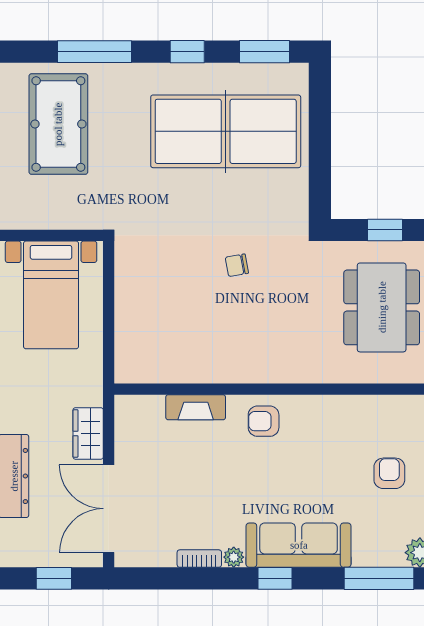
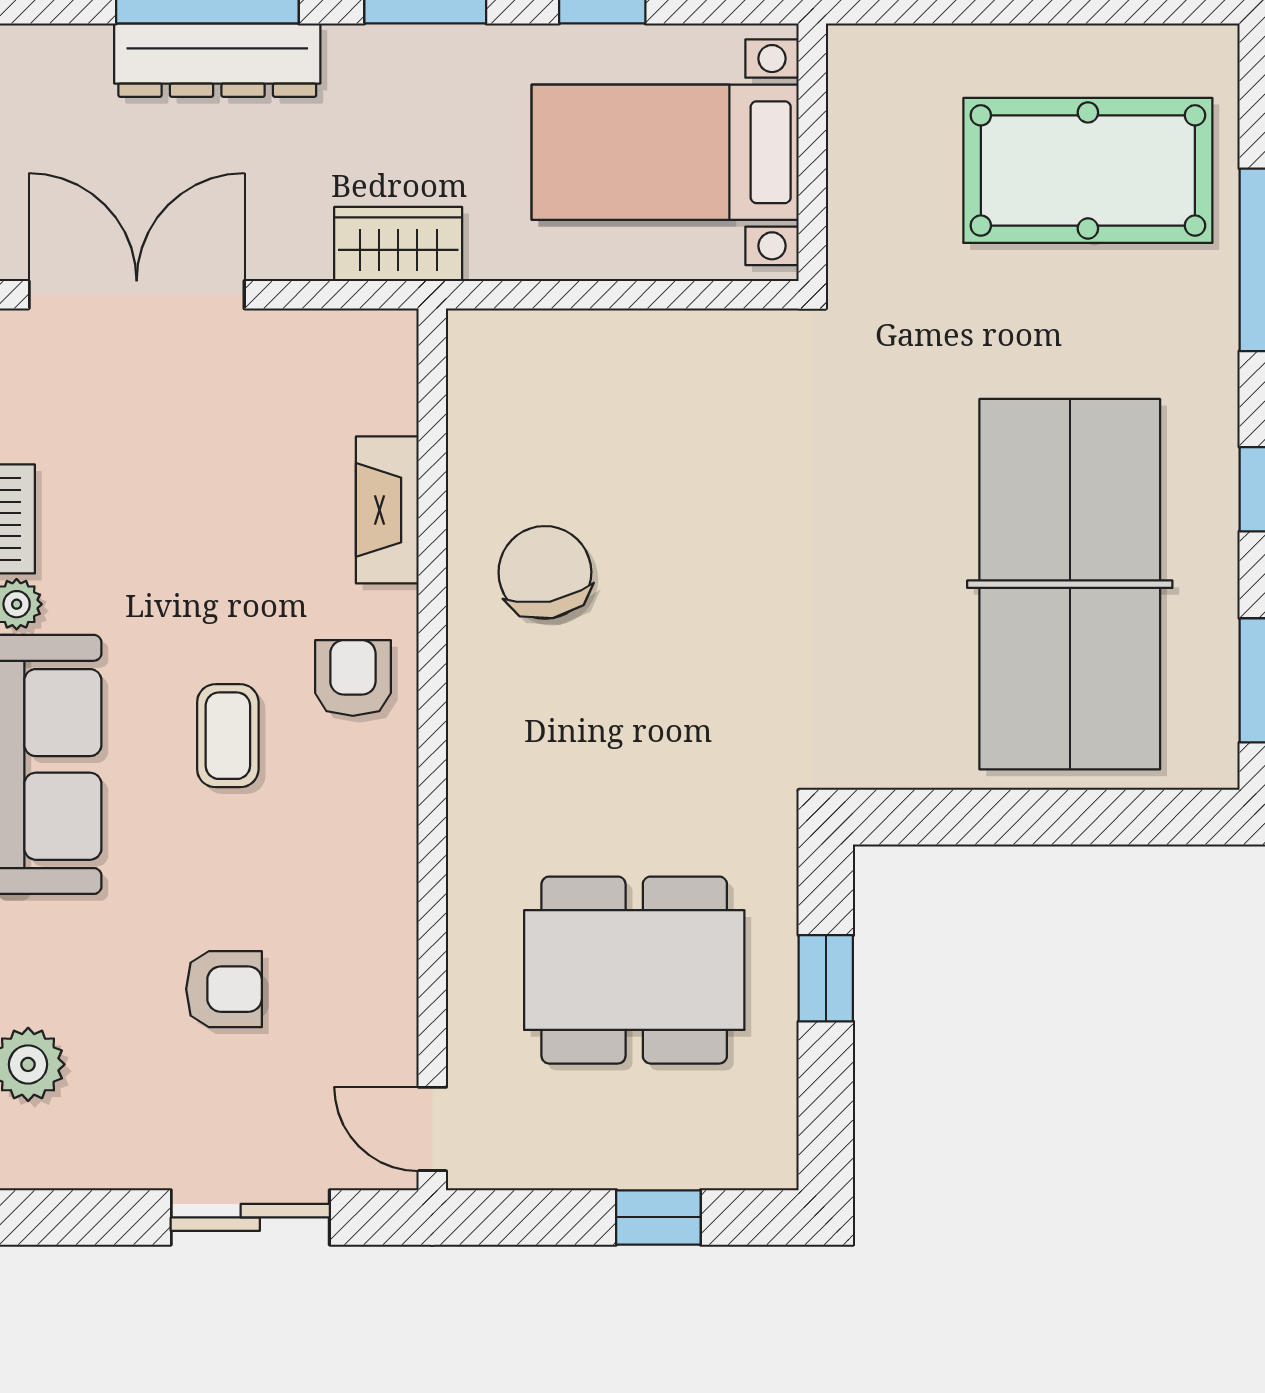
chair: (237, 265) -> (545, 572), moved, width x1.87, depth x1.87
wardrobe: (88, 433) -> (398, 244), moved
coffee table: (287, 472) -> (228, 736), added

